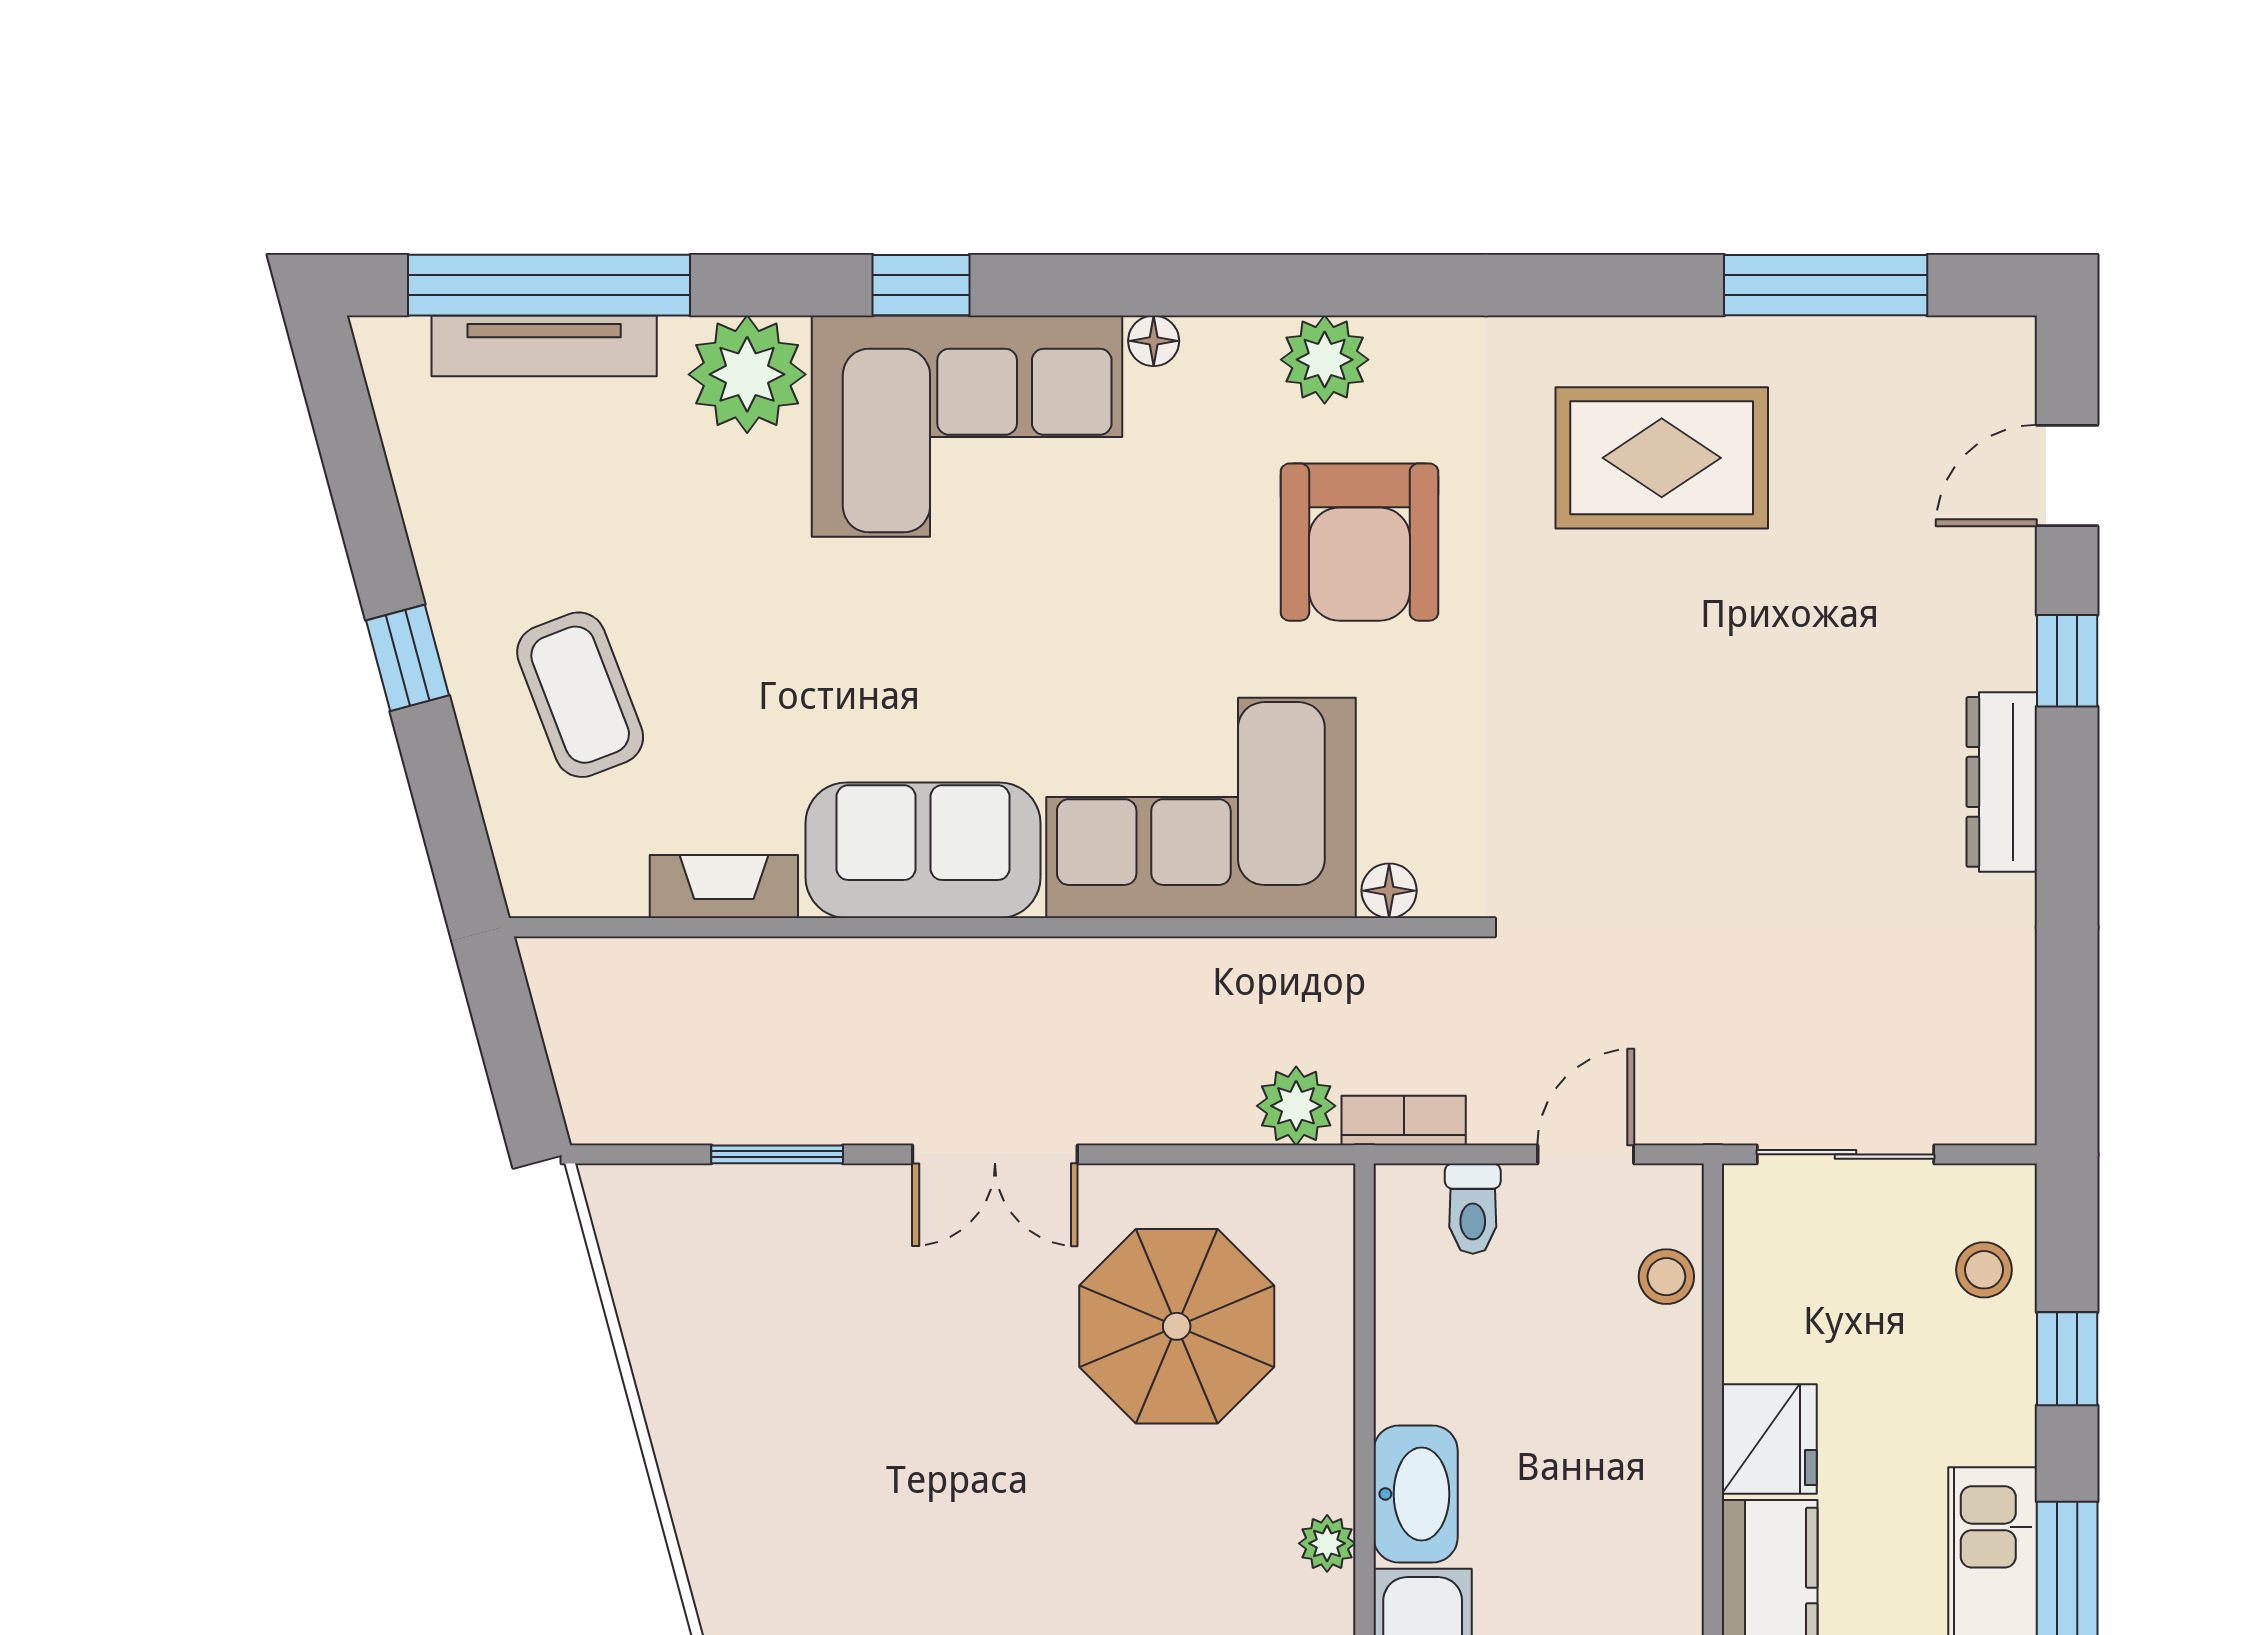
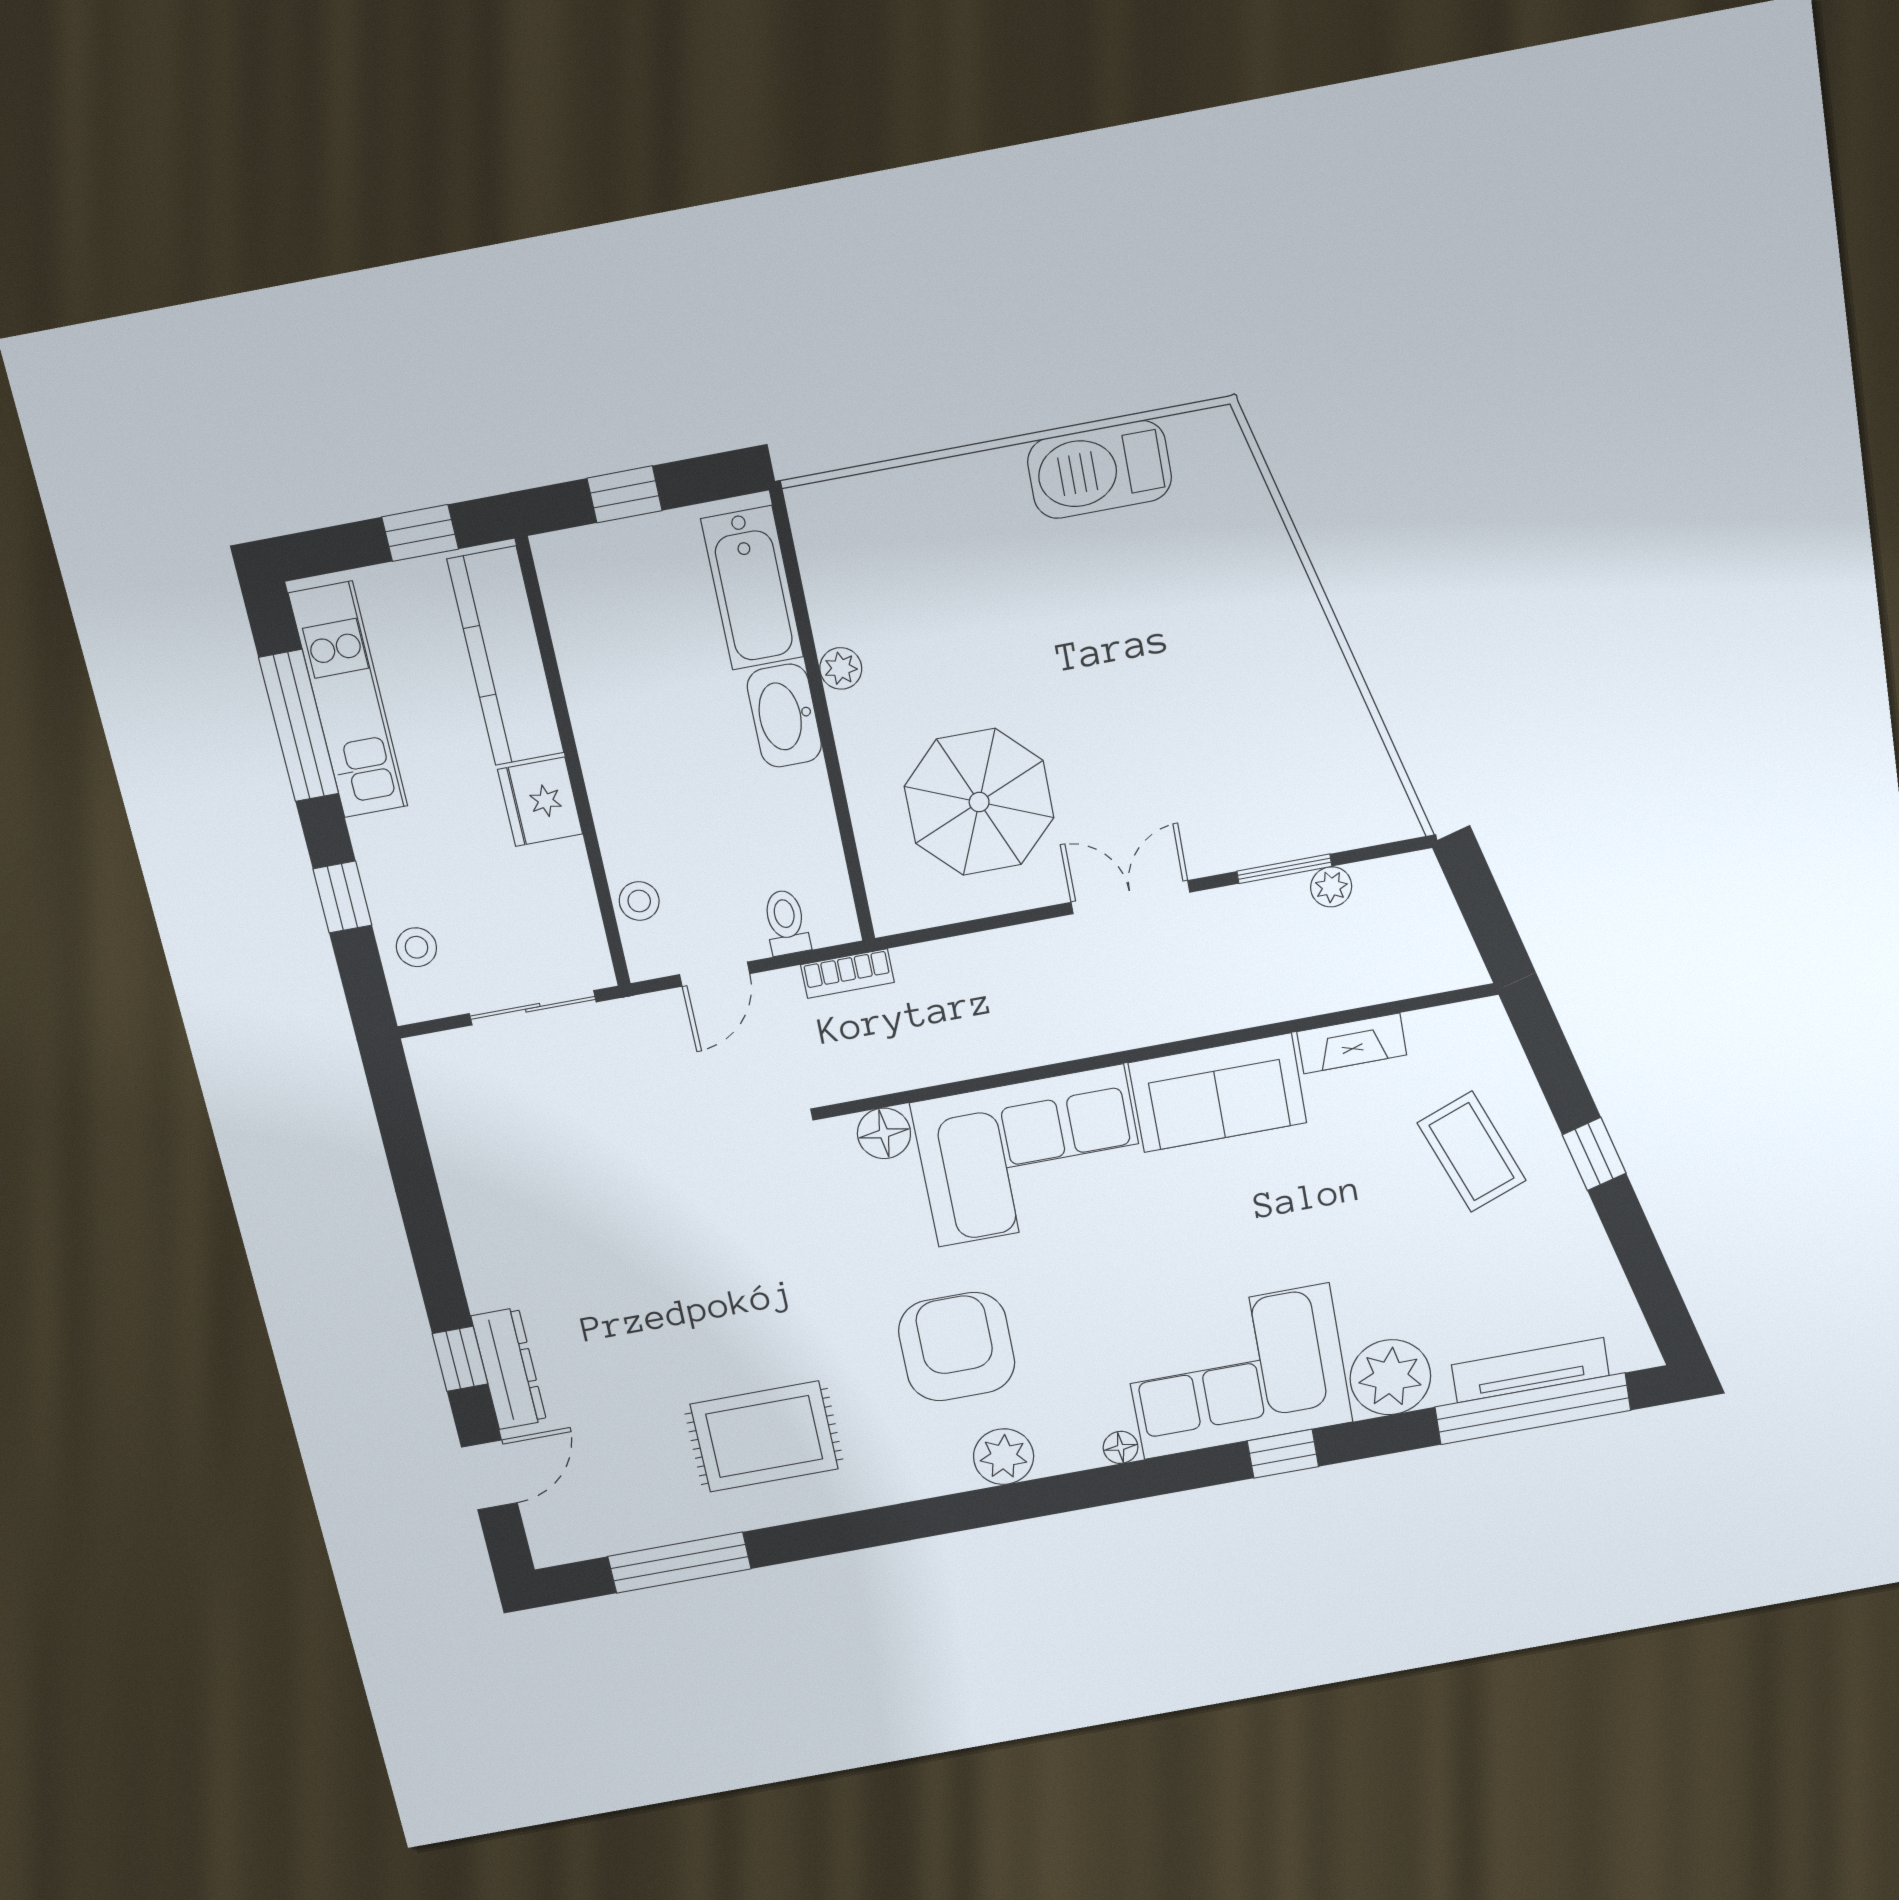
dresser: (2002, 782) -> (509, 1369), moved
floor lamp: (1389, 891) -> (884, 1133), width x1.37, depth x1.37
plant: (1296, 1106) -> (1331, 887), moved, width x0.73, depth x0.73

